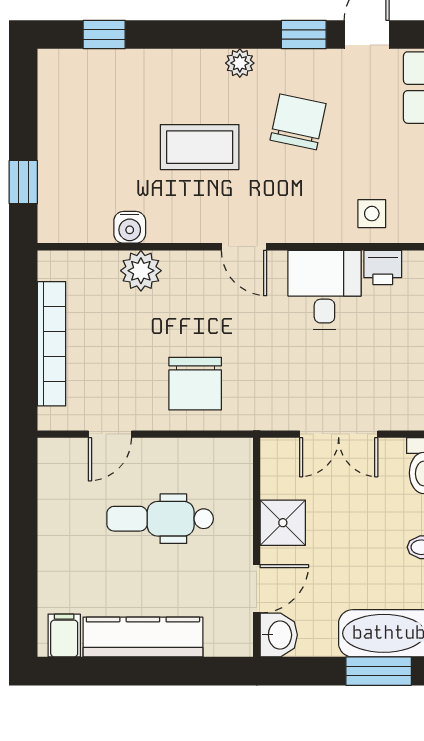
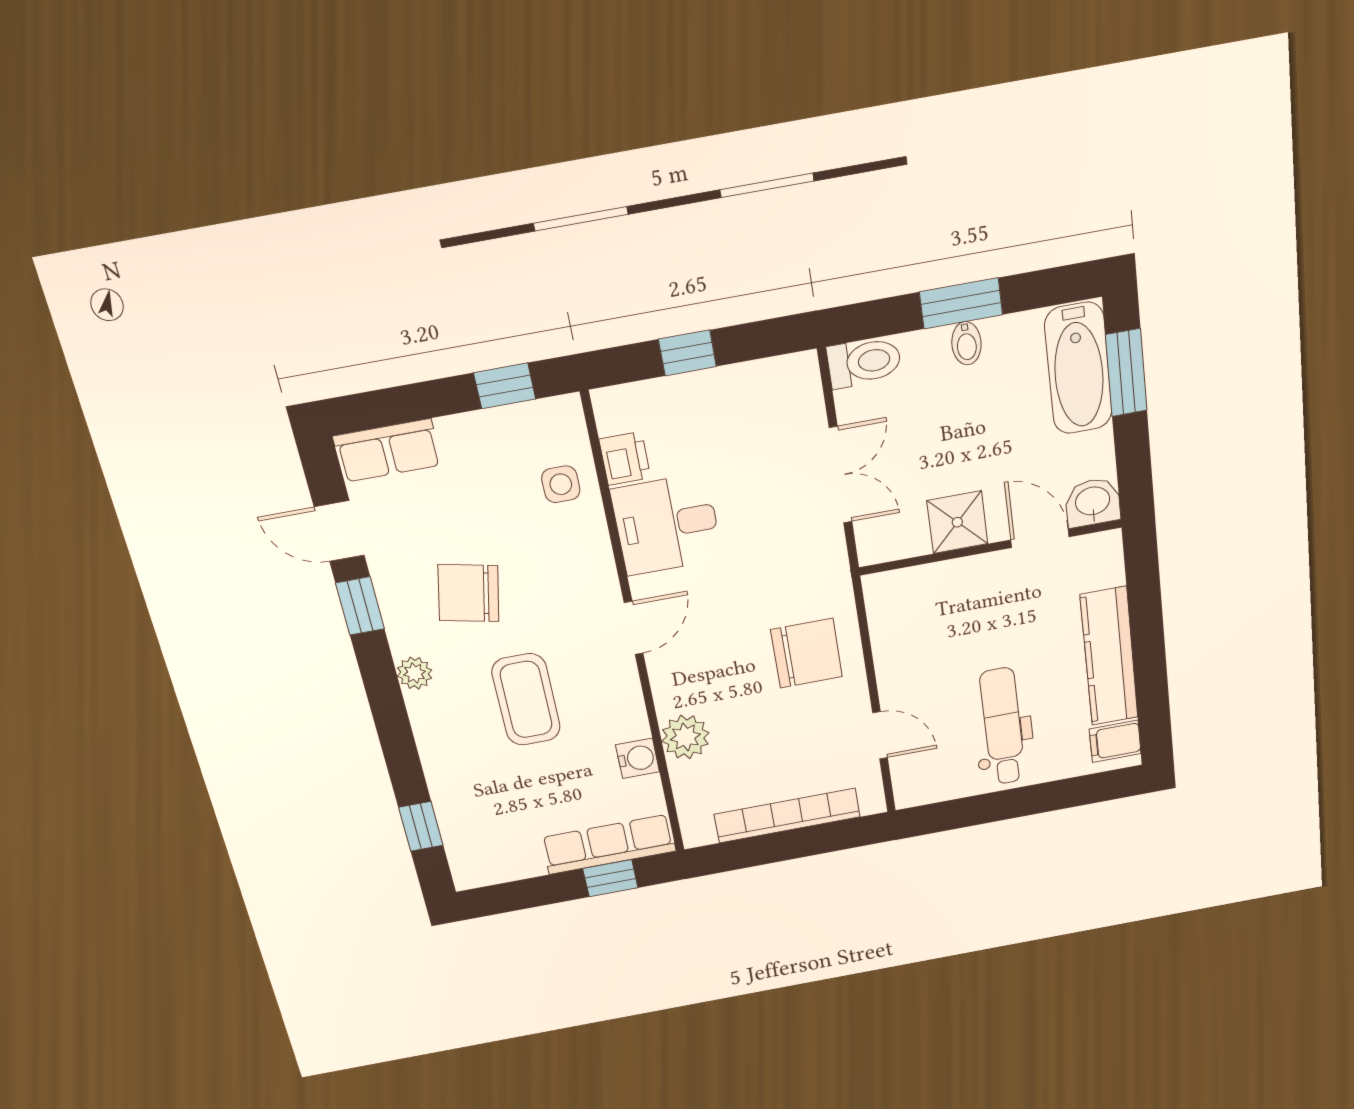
row of seats: (56, 187) -> (609, 844), added
dental chair: (160, 519) -> (1003, 726), moved, turned 180

